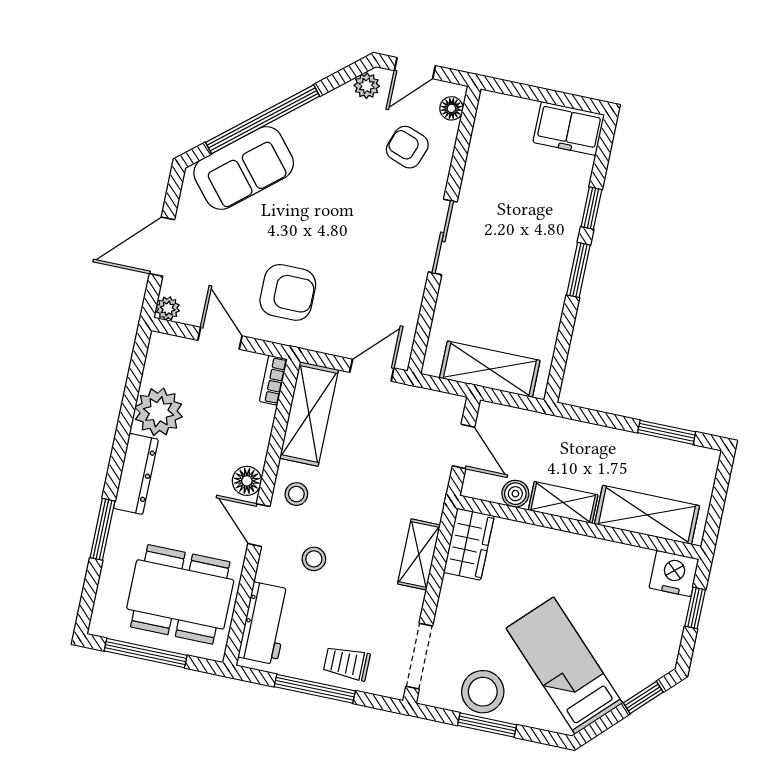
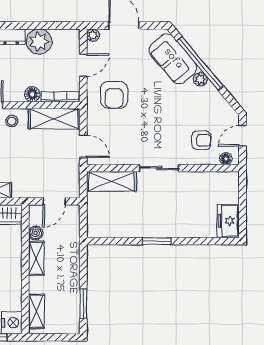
door: (415, 68) -> (242, 136), hinge flipped
plant: (367, 86) -> (200, 79), moved
armchair: (407, 147) -> (201, 140), turned 70
window: (591, 208) -> (190, 241), removed
shelving: (490, 369) -> (111, 181), moved, turned 90
bookcase: (273, 380) -> (61, 97), width x1.56
floor lamp: (247, 481) -> (32, 94), moved
shelving: (647, 515) -> (36, 311), width x0.67, depth x0.75

